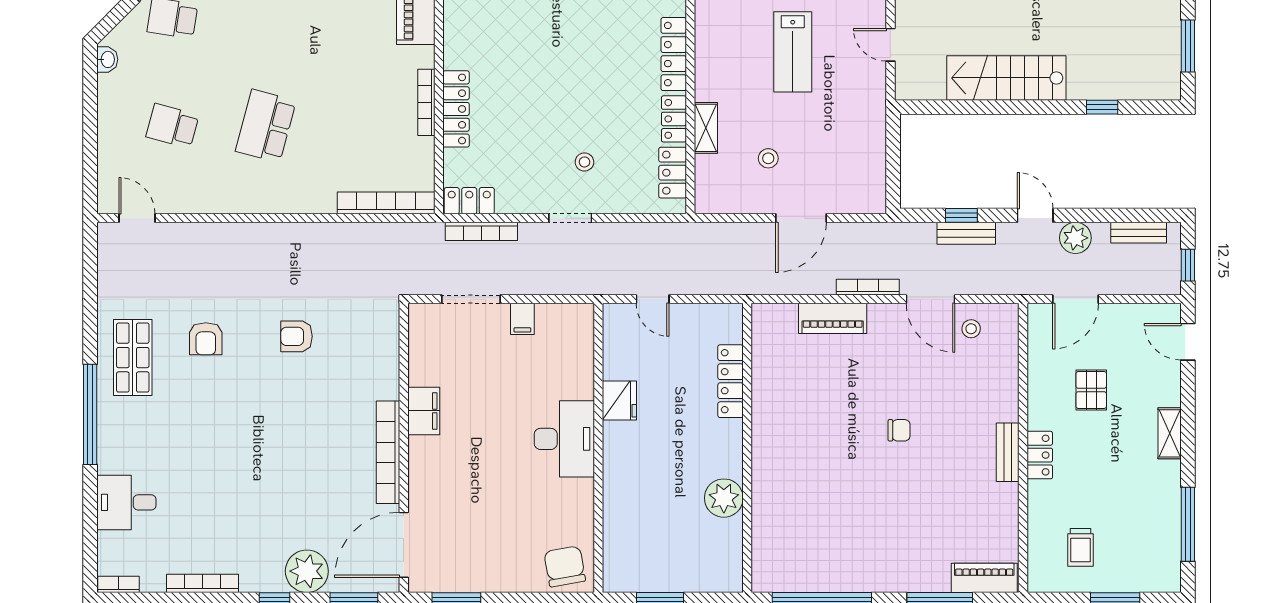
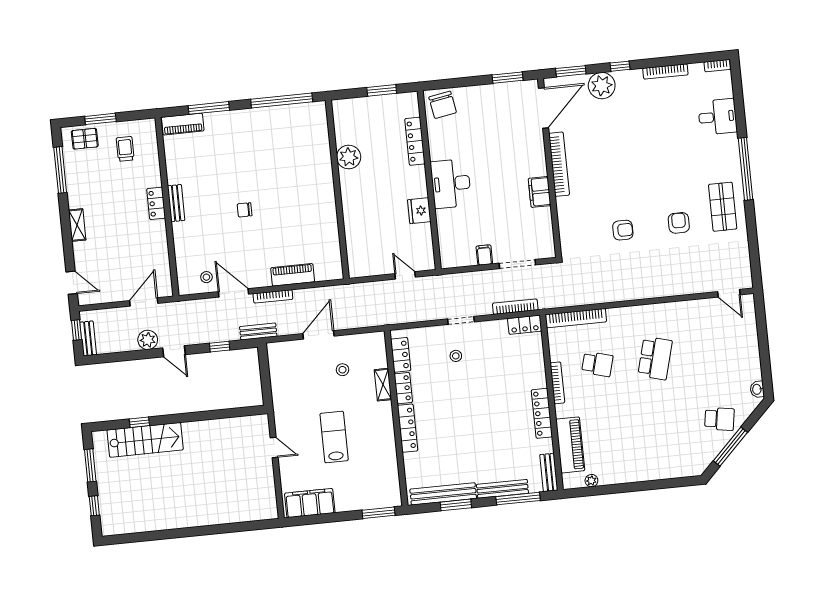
stairs: (1006, 78) -> (145, 440), moved
locker: (456, 109) -> (542, 413), moved
school desk: (172, 126) -> (597, 364), moved
bench: (966, 233) -> (258, 331), moved
bench: (1139, 233) -> (88, 338), moved, turned 90
locker: (730, 381) -> (415, 141), moved, turned 180
pallet: (1091, 390) -> (85, 139), moved, turned 90

